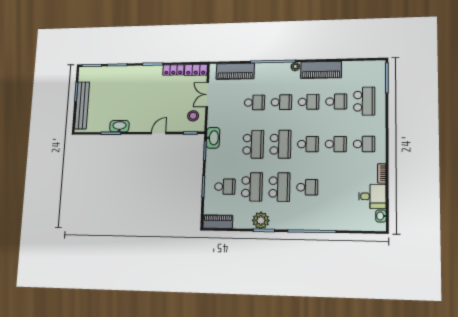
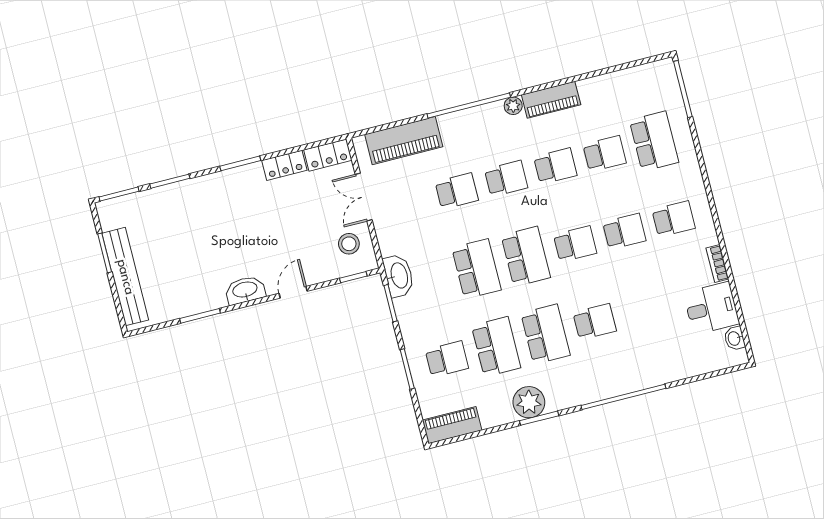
piano: (321, 70) -> (551, 100), width x0.73, depth x0.75
washbasin: (119, 126) -> (245, 290), moved

